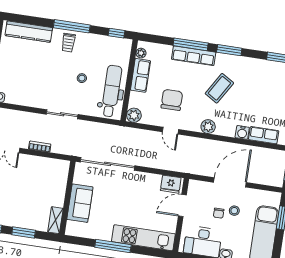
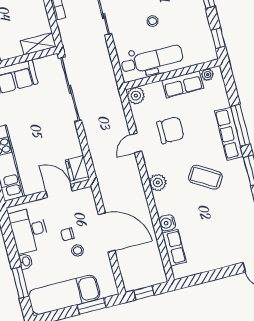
shelving: (62, 174) -> (38, 44), added

